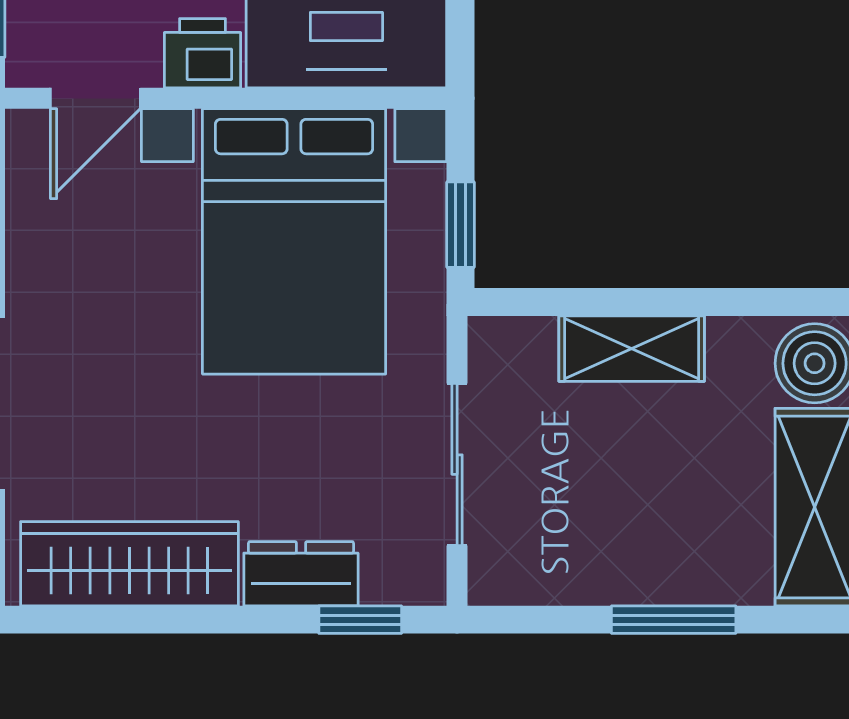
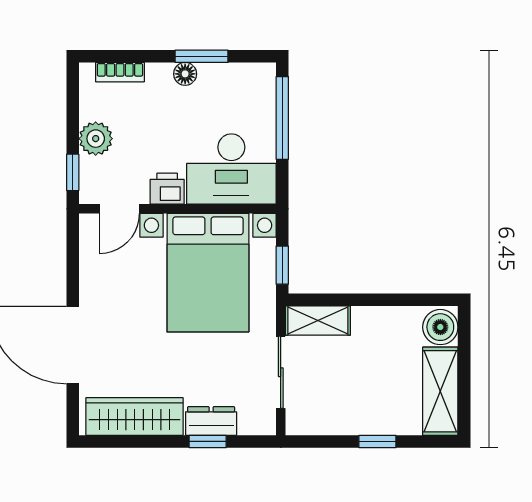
shelving: (632, 349) -> (318, 320), moved
window: (360, 620) -> (208, 441), moved
window: (674, 620) -> (377, 441), width x0.67

